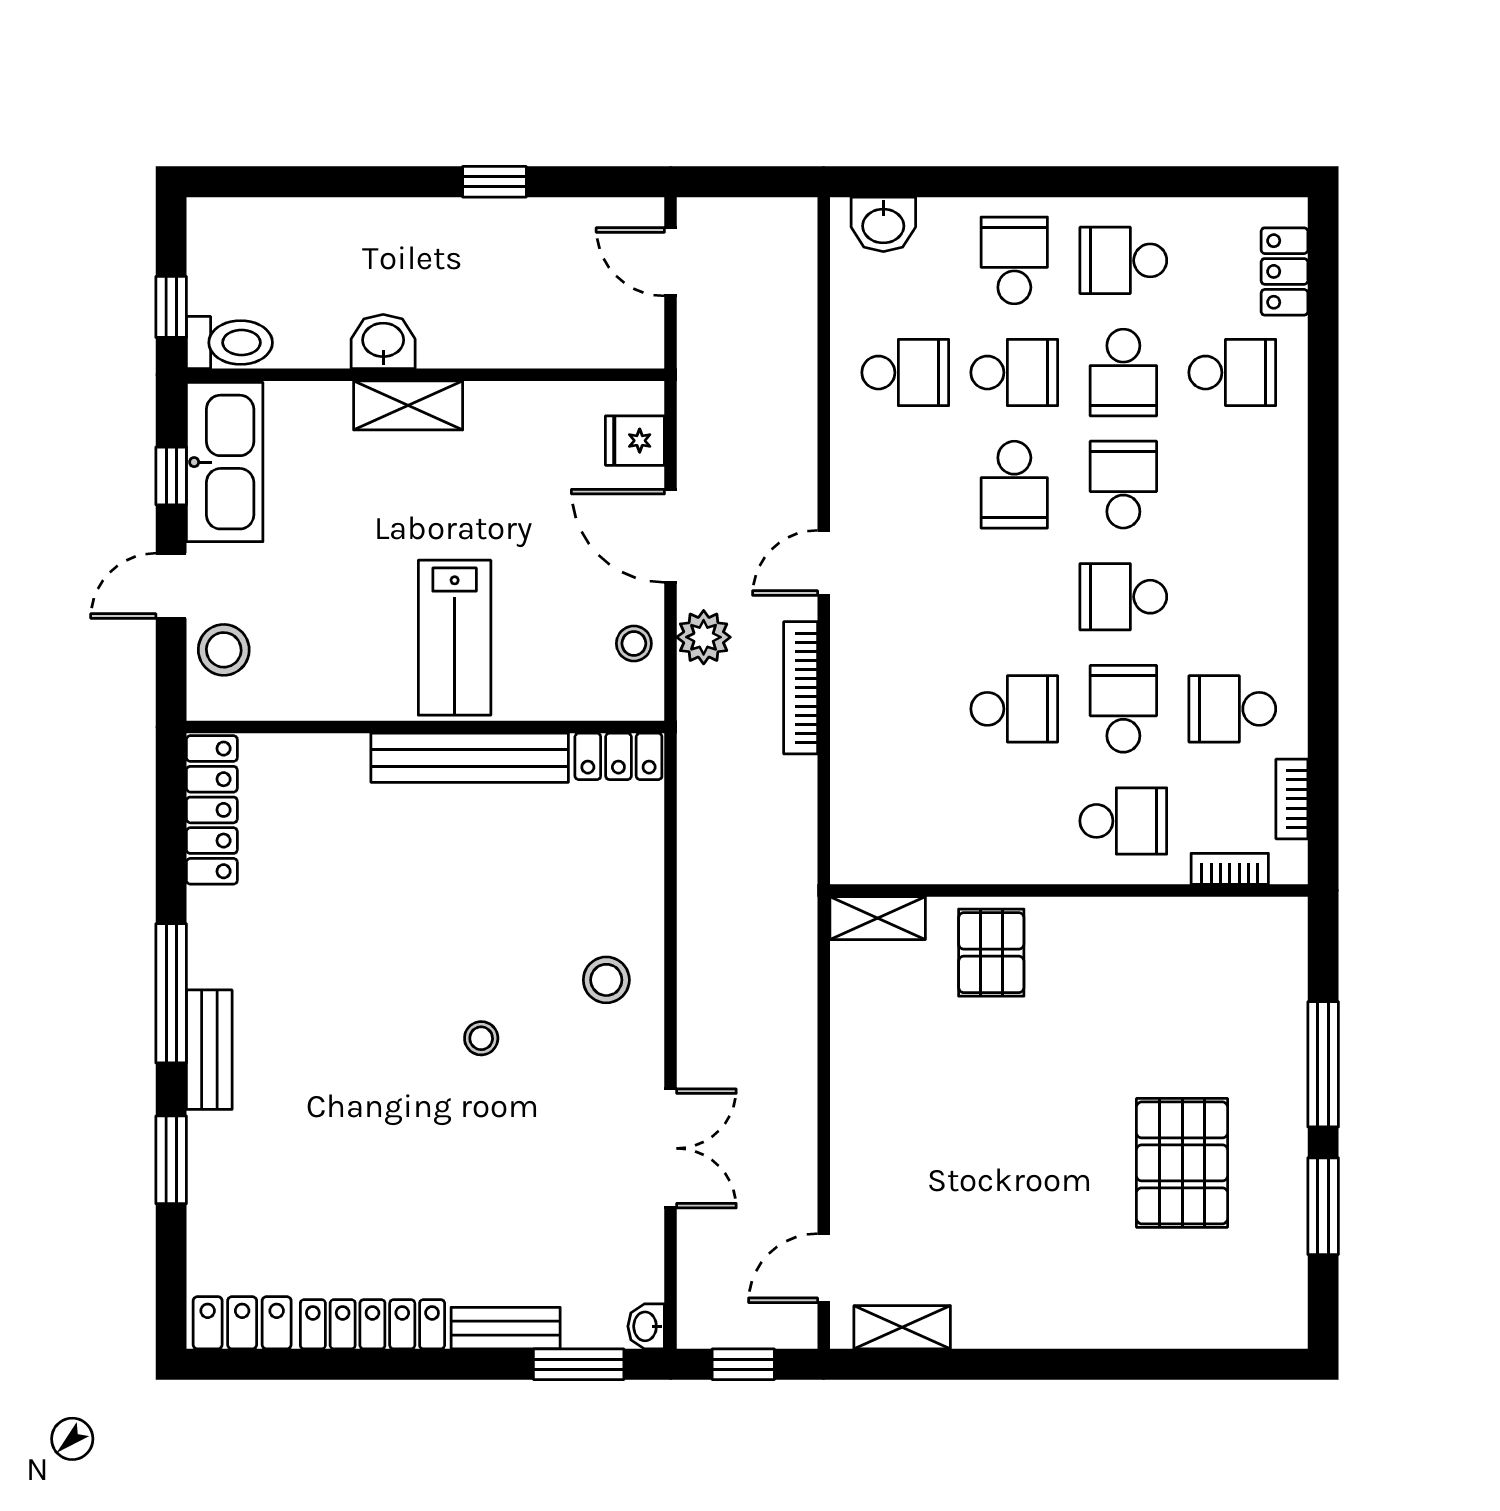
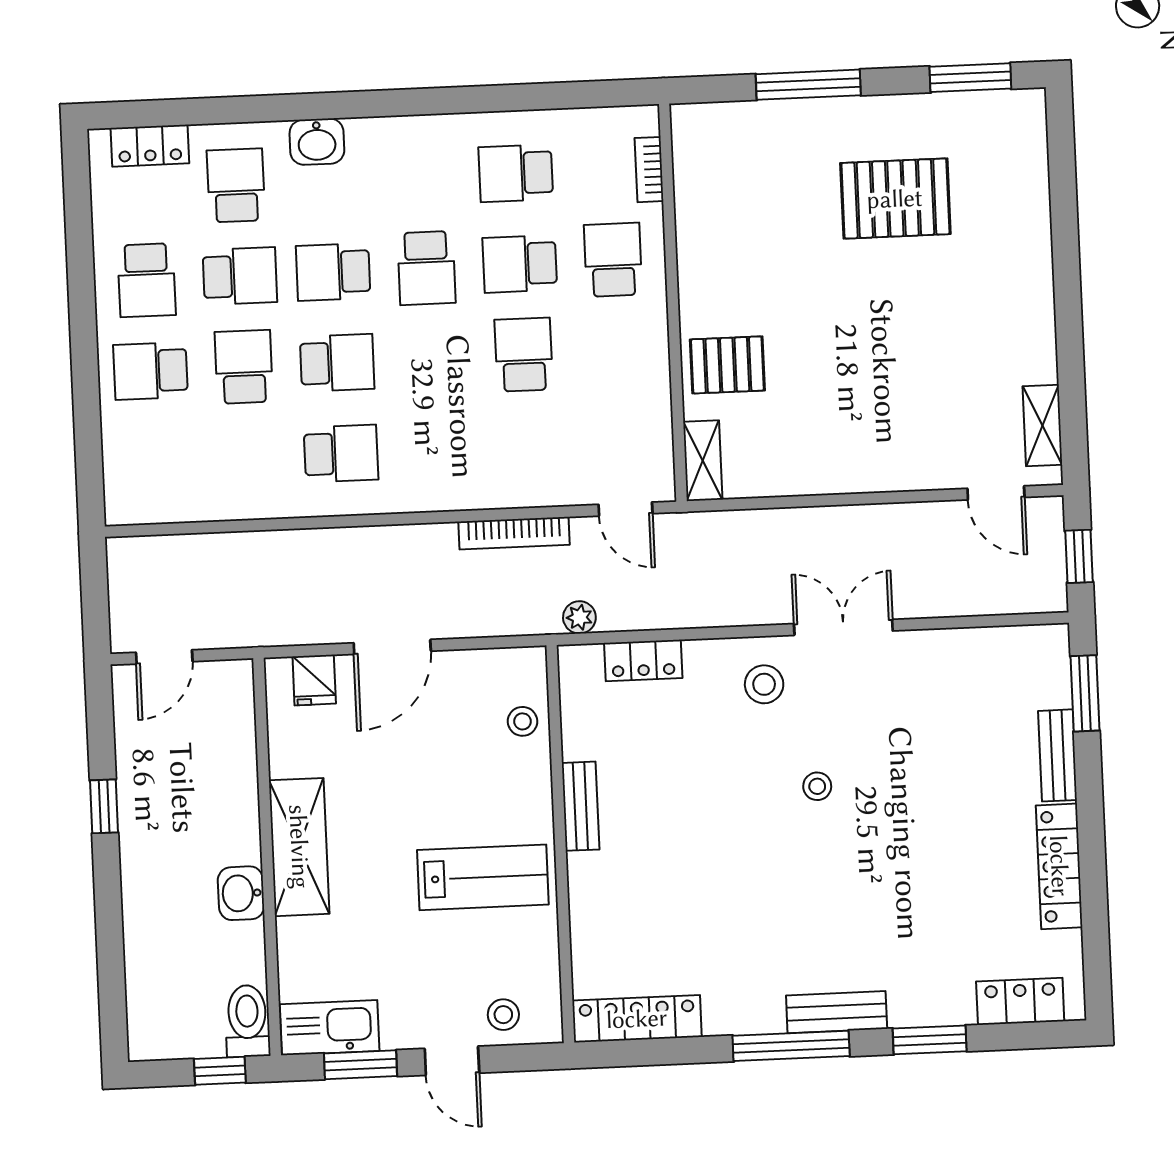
washbasin: (883, 224) -> (317, 142), moved, turned 90
school desk: (905, 373) -> (341, 453), moved, turned 90
shelving: (408, 405) -> (299, 847), width x1.50, depth x1.33
kitchen sink: (225, 462) -> (330, 1028), width x0.73, depth x0.81
window: (171, 476) -> (361, 1065), width x1.50
door: (824, 563) -> (625, 509), moved
plant: (704, 637) -> (579, 617), moved, width x0.73, depth x0.73
lab bench: (455, 638) -> (483, 877), moved
stool: (634, 643) -> (523, 721), moved
stool: (224, 650) -> (503, 1015), width x0.73, depth x0.73
school desk: (1232, 709) -> (516, 173), turned 90
locker: (618, 756) -> (643, 660), moved, turned 90
bench: (470, 758) -> (581, 806), width x0.54, depth x0.82
bookcase: (1292, 799) -> (589, 120), removed
double door: (671, 1148) -> (843, 627), moved
window: (1323, 1206) -> (970, 78), moved
locker: (242, 1323) -> (1020, 1001), moved, turned 90
washbasin: (646, 1326) -> (1051, 639), removed

